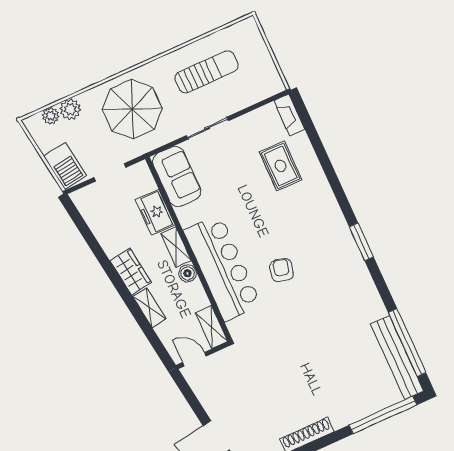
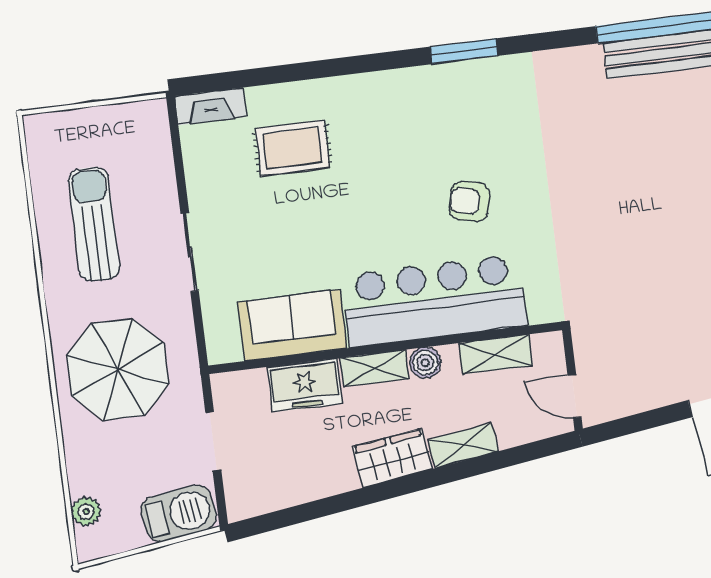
plant: (70, 109) -> (85, 475), removed
sofa: (177, 176) -> (292, 325), moved
shelving: (212, 327) -> (496, 354), moved
door: (194, 359) -> (575, 396), hinge flipped

